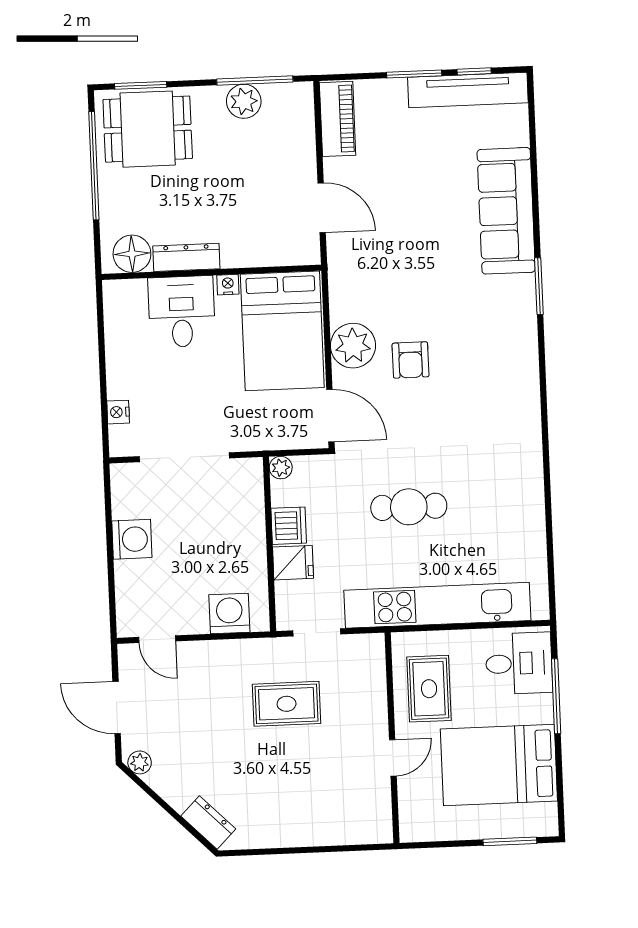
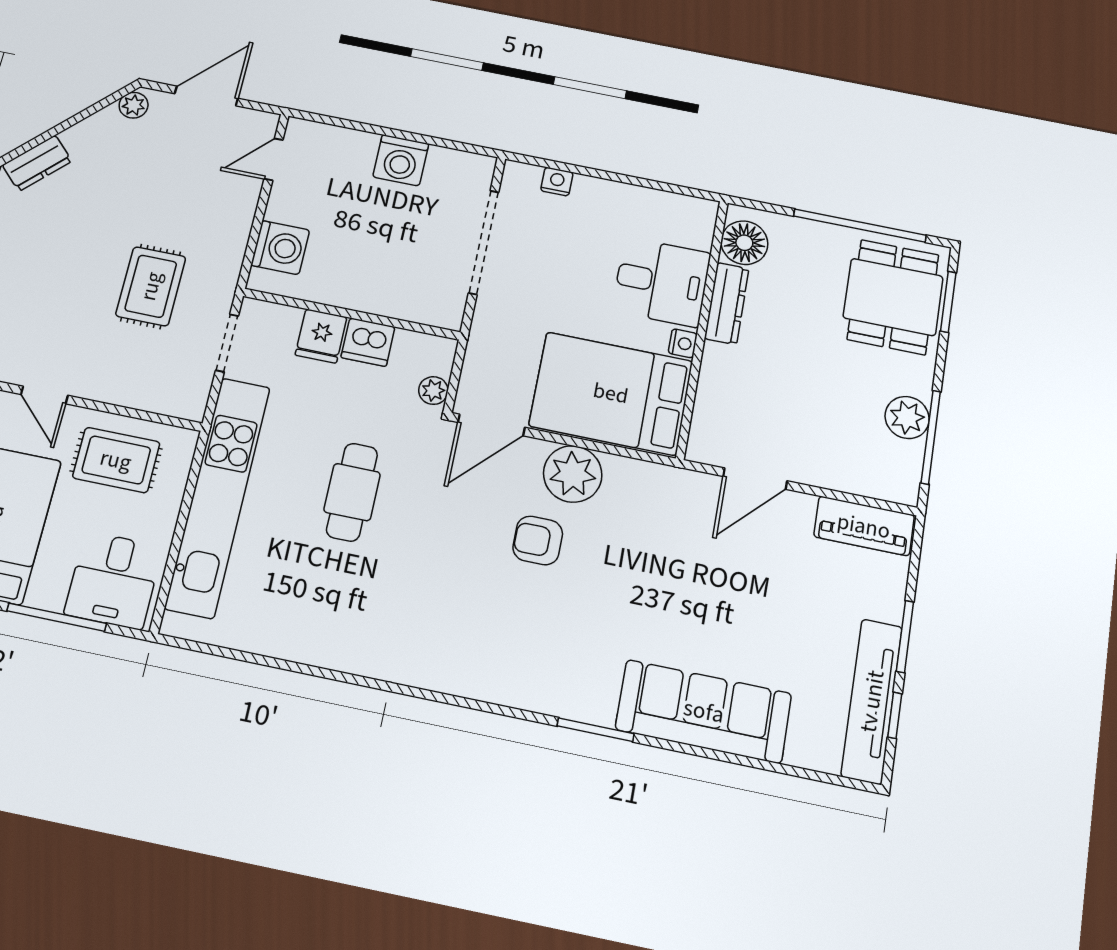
plant: (281, 468) -> (433, 391), moved

